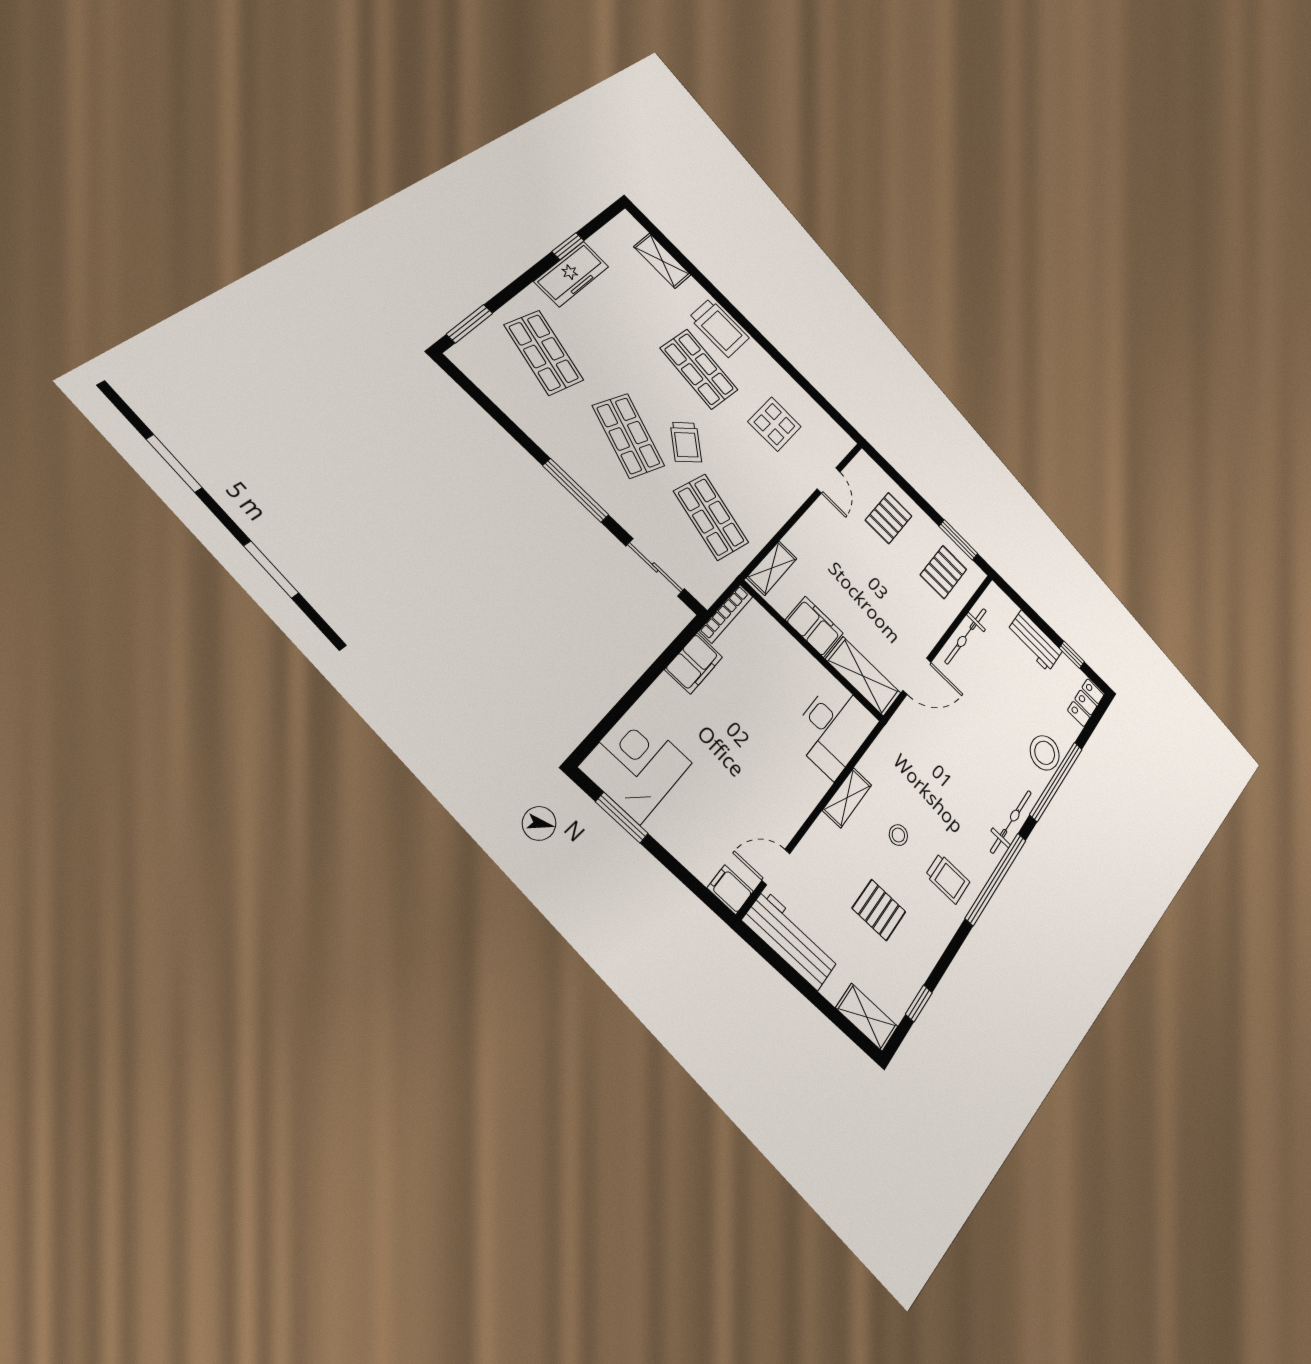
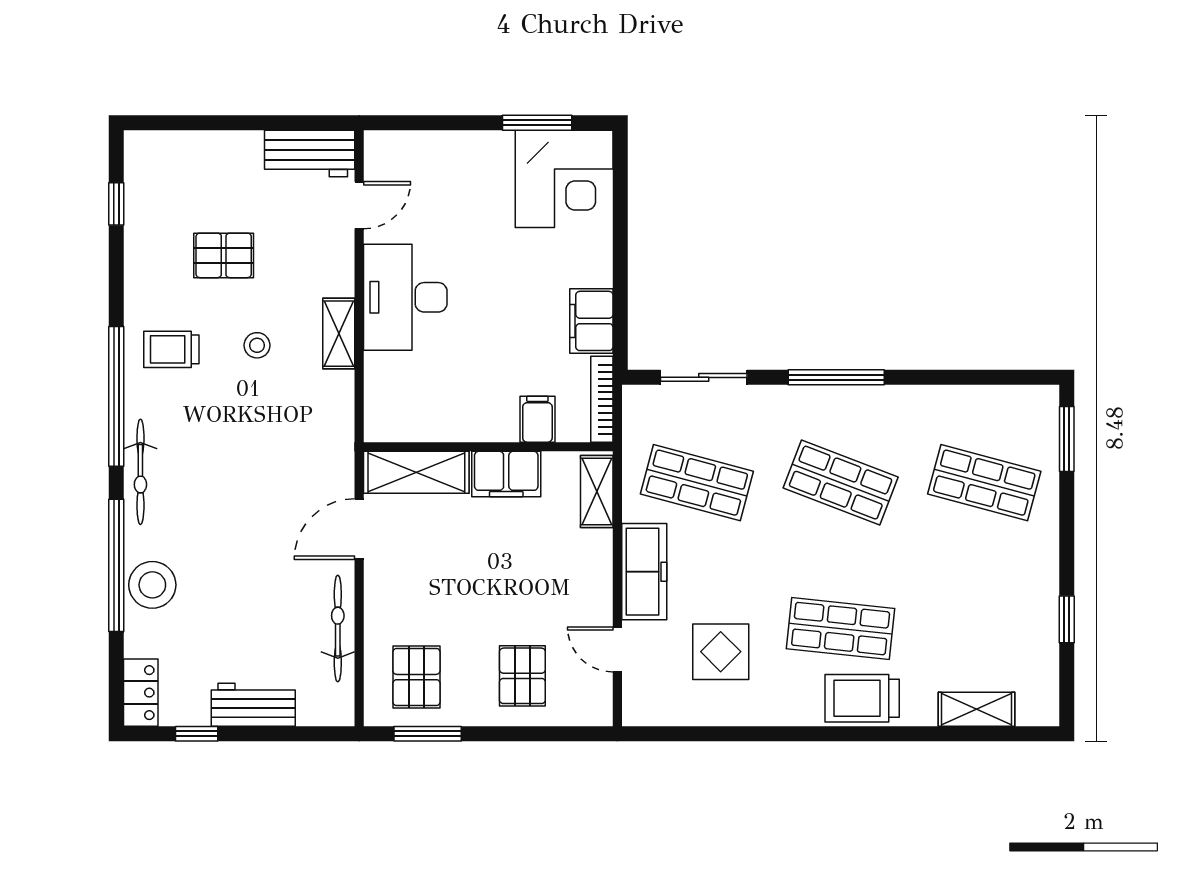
freezer: (572, 274) -> (644, 572), moved, turned 180
trolley: (686, 442) -> (785, 535), removed
desk: (834, 728) -> (405, 297), moved
filing cabinet: (730, 890) -> (537, 419), moved, turned -90
workbench: (791, 940) -> (310, 153), width x0.73
shelving: (867, 1017) -> (163, 148), removed

